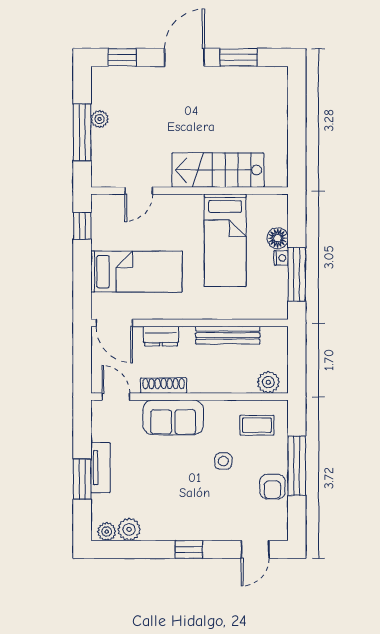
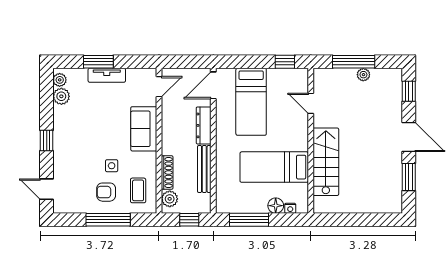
nightstand: (281, 258) -> (290, 208), moved
dresser: (161, 336) -> (204, 125), width x1.44
window: (297, 356) -> (189, 220), added
shoe rack: (164, 386) -> (167, 173), moved
armchair: (272, 487) -> (106, 192), moved

